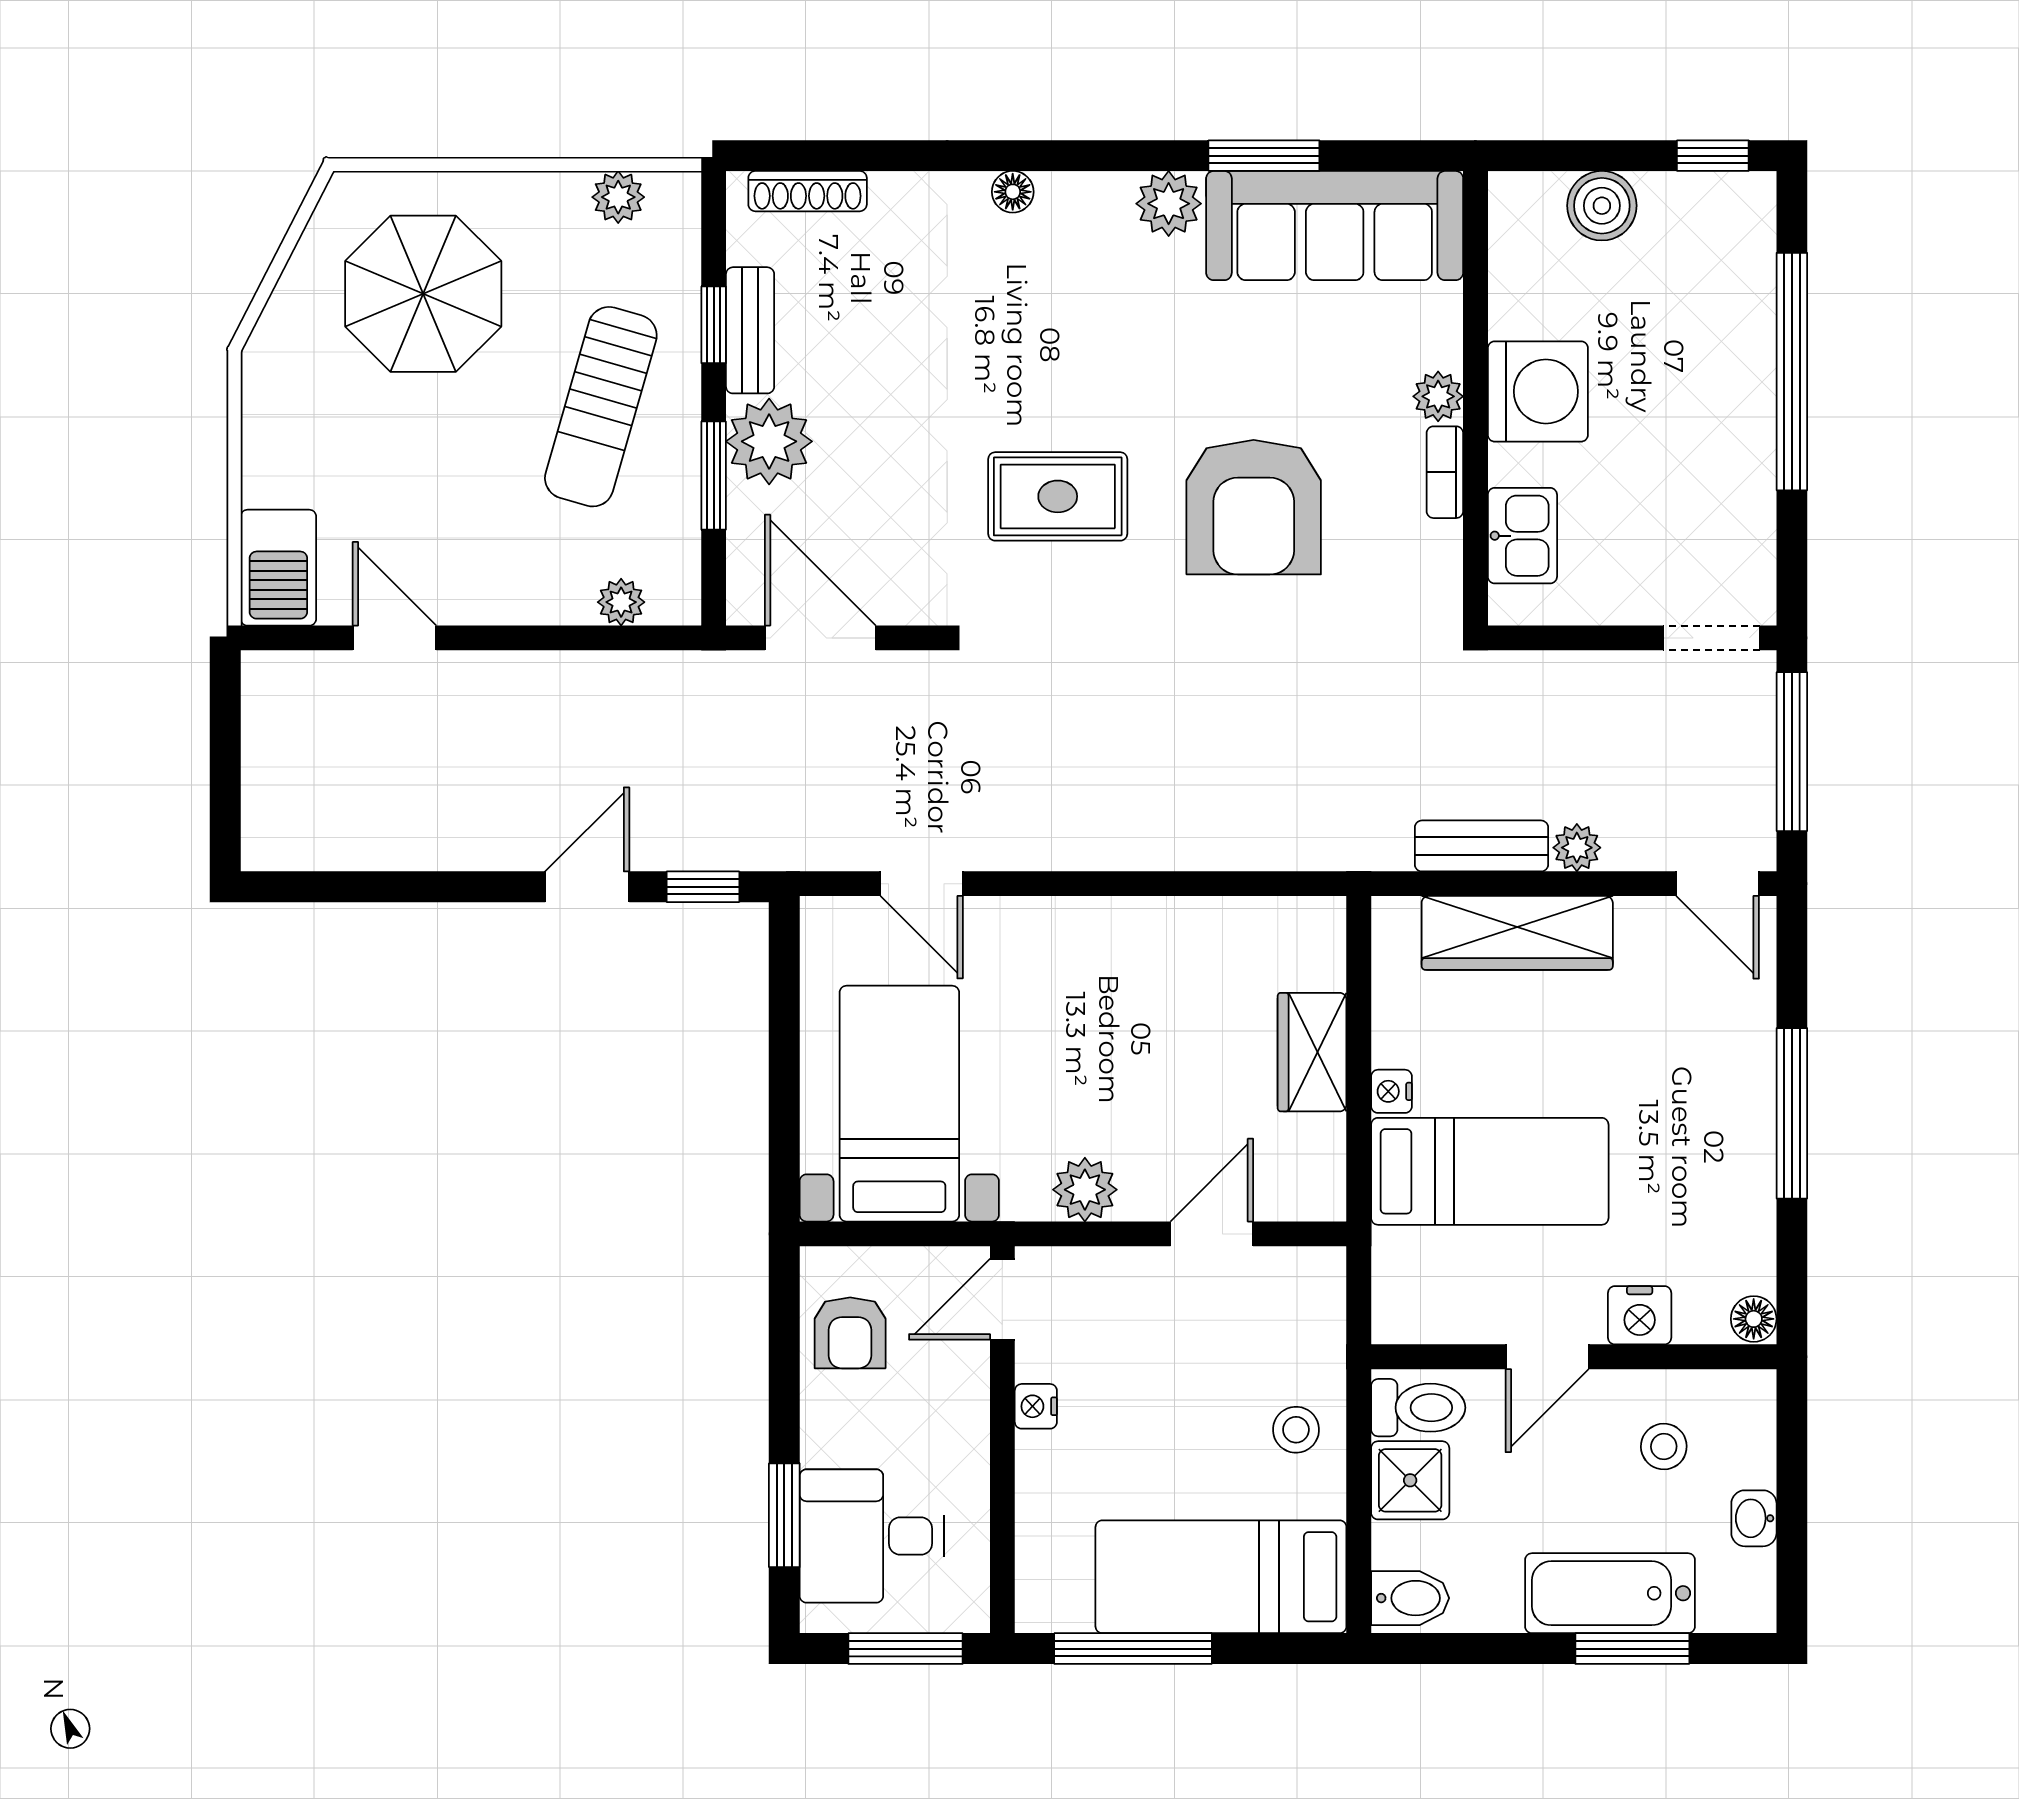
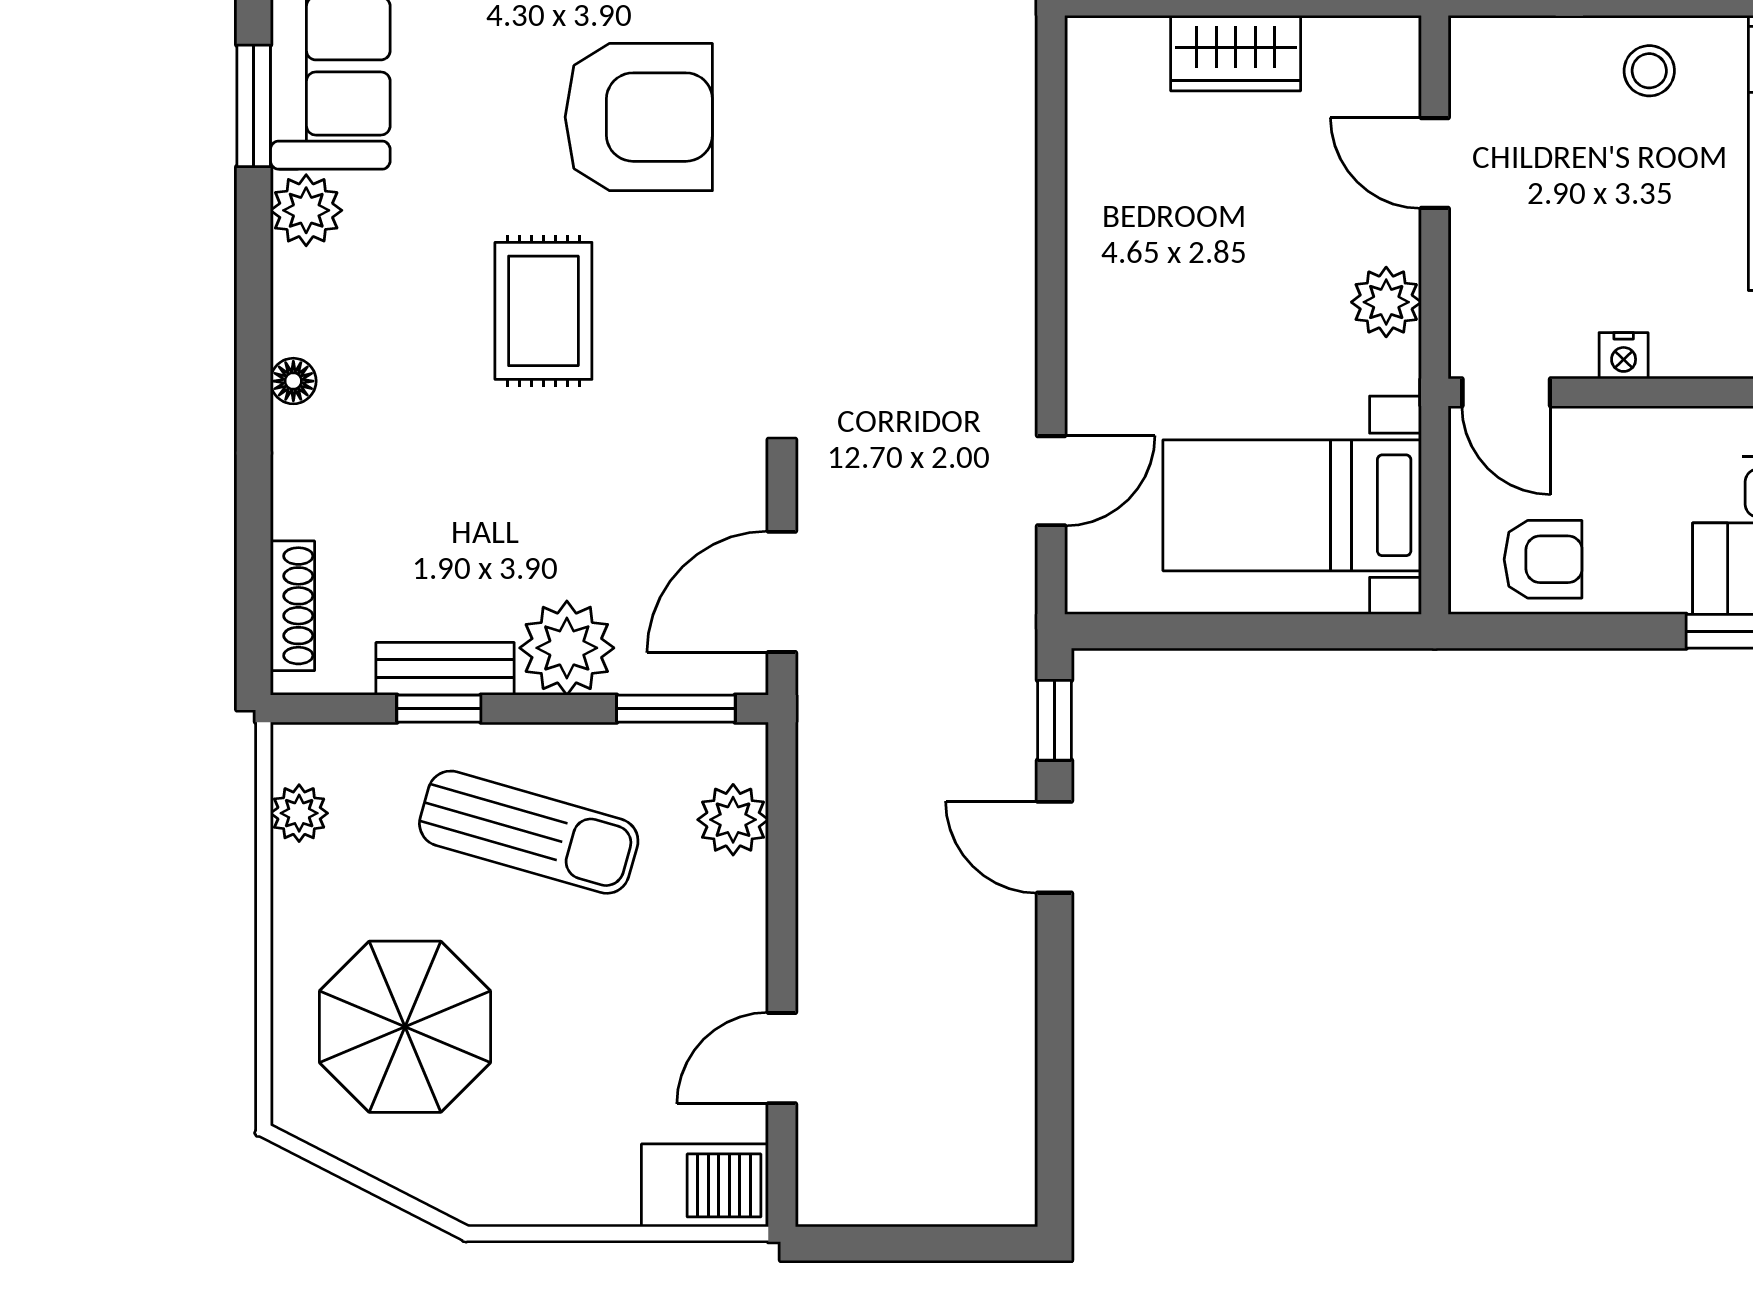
window: (714, 476) -> (676, 709), moved
rug: (1058, 496) -> (543, 311), moved
plant: (621, 602) -> (733, 820), width x1.38, depth x1.38

